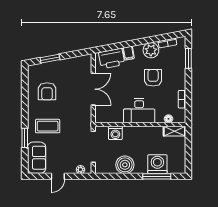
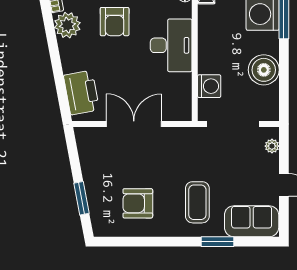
filing cabinet: (129, 53) -> (72, 64), removed
armchair: (153, 78) -> (115, 22), turned -90
armchair: (47, 91) -> (138, 203), turned 180

